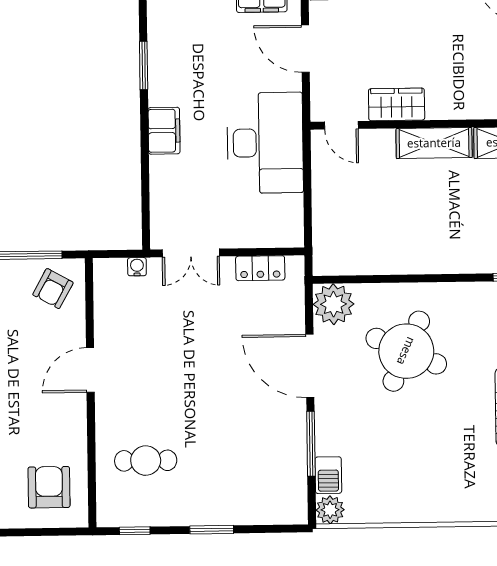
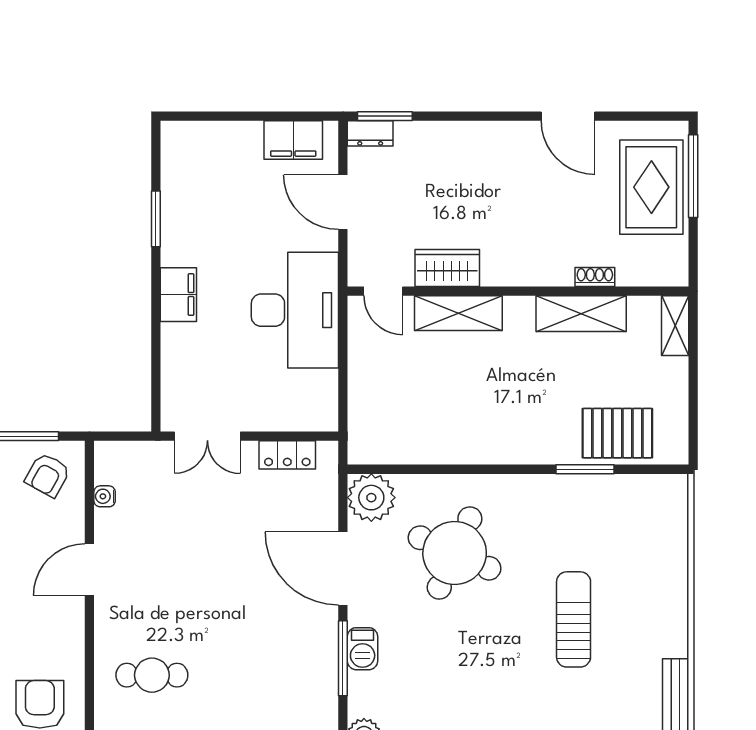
shelving: (434, 143) -> (458, 313), moved
water cooler: (137, 267) -> (105, 496), moved, turned -90
barbecue: (328, 475) -> (363, 649), moved

